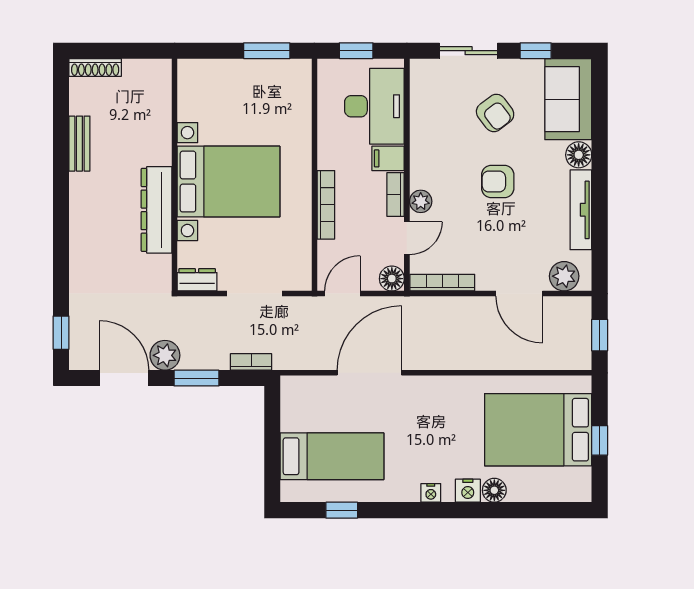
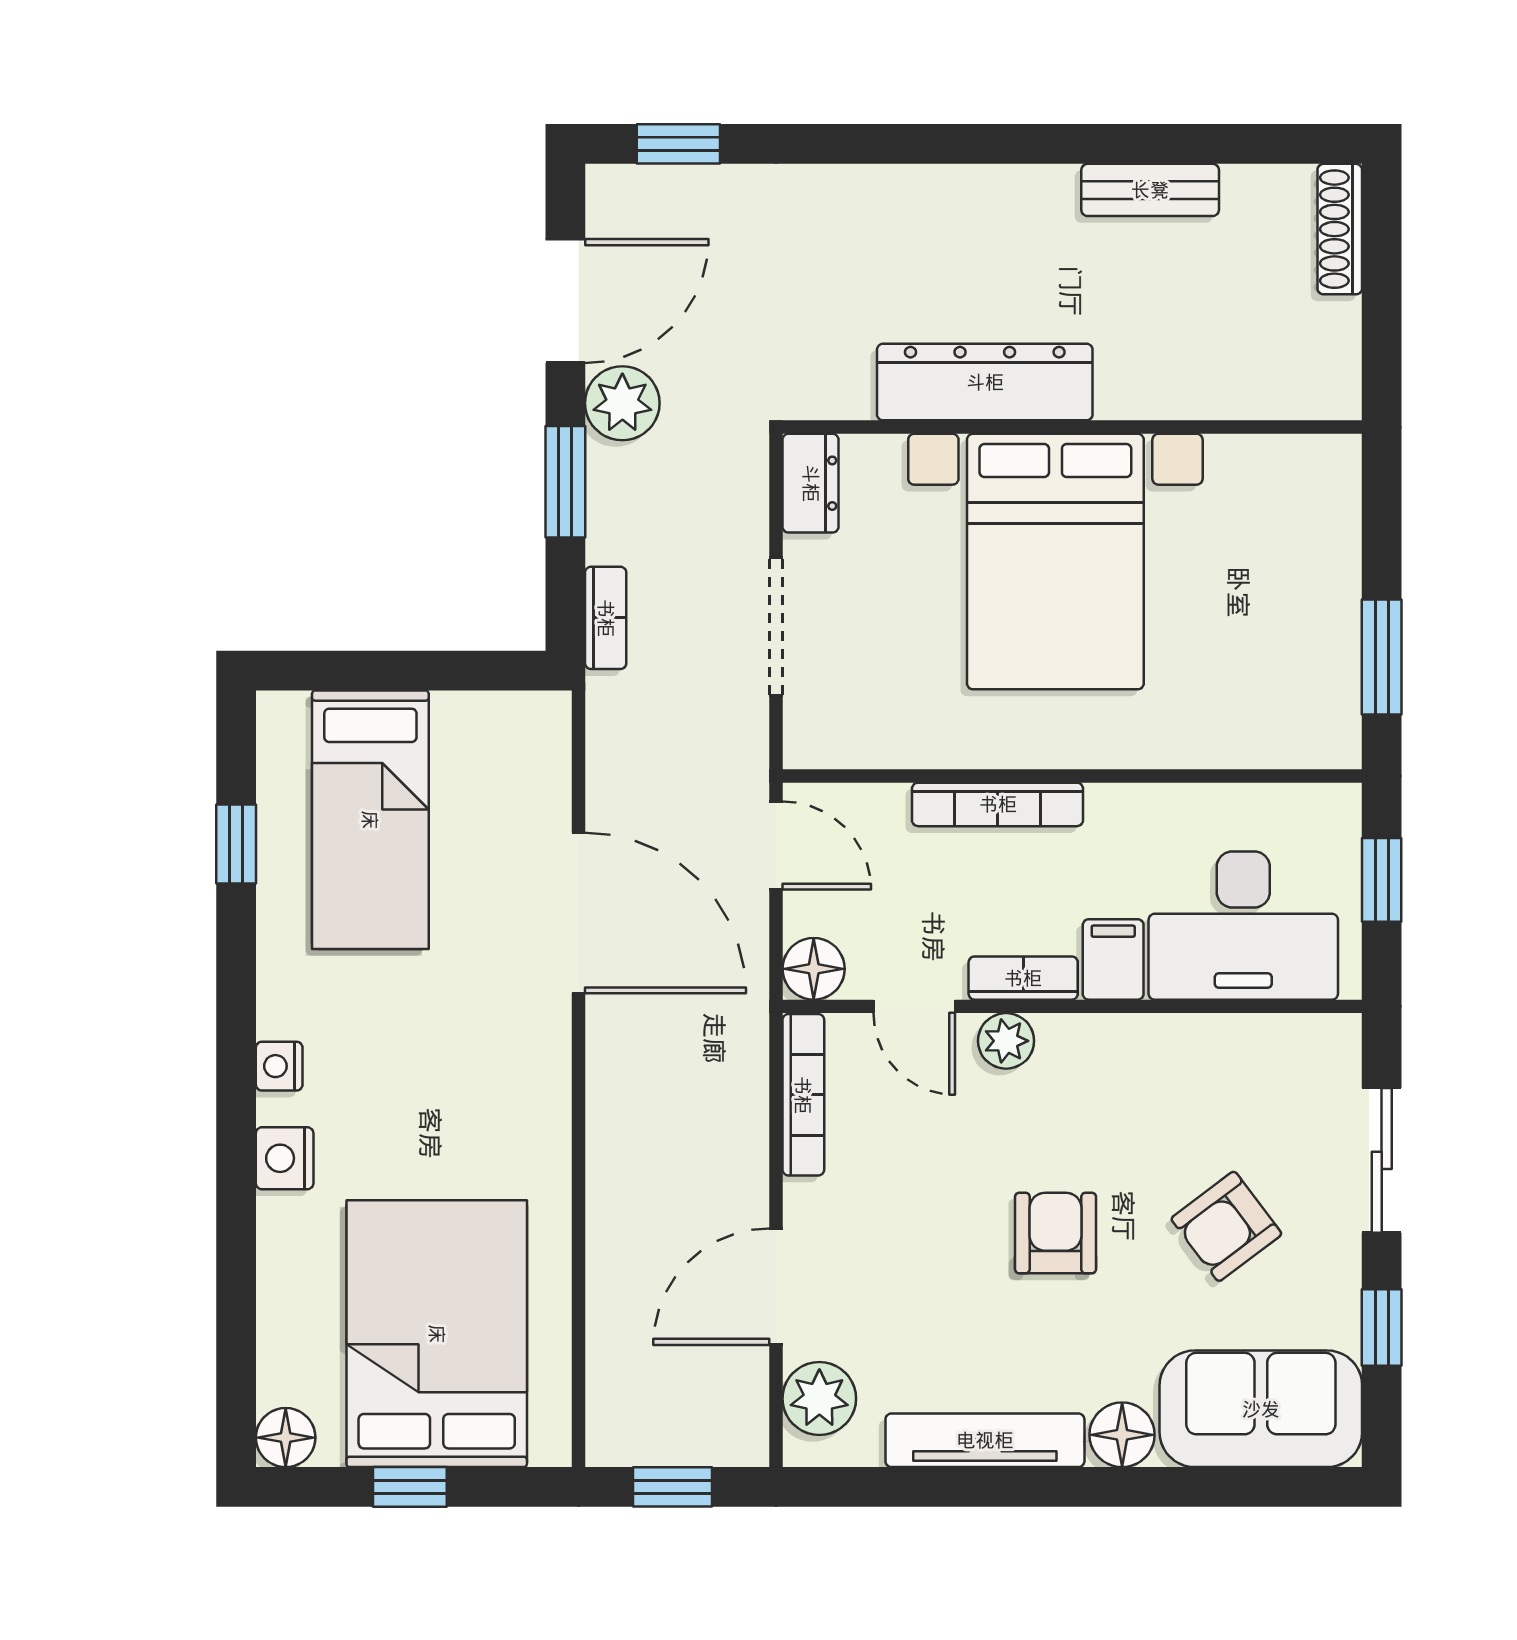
floor lamp: (494, 490) -> (286, 1438), moved

